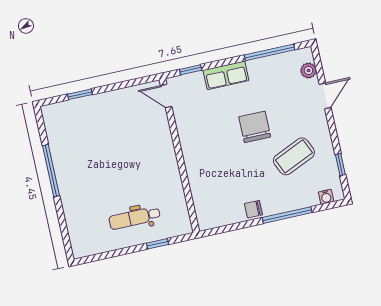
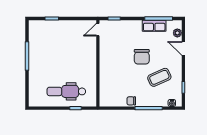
row of seats: (226, 75) -> (154, 26), moved
door: (166, 96) -> (98, 30), hinge flipped
door: (325, 96) -> (183, 49), swing flipped
chair: (255, 127) -> (142, 57), turned 180
dental chair: (135, 218) -> (66, 91), width x1.36, depth x1.38

